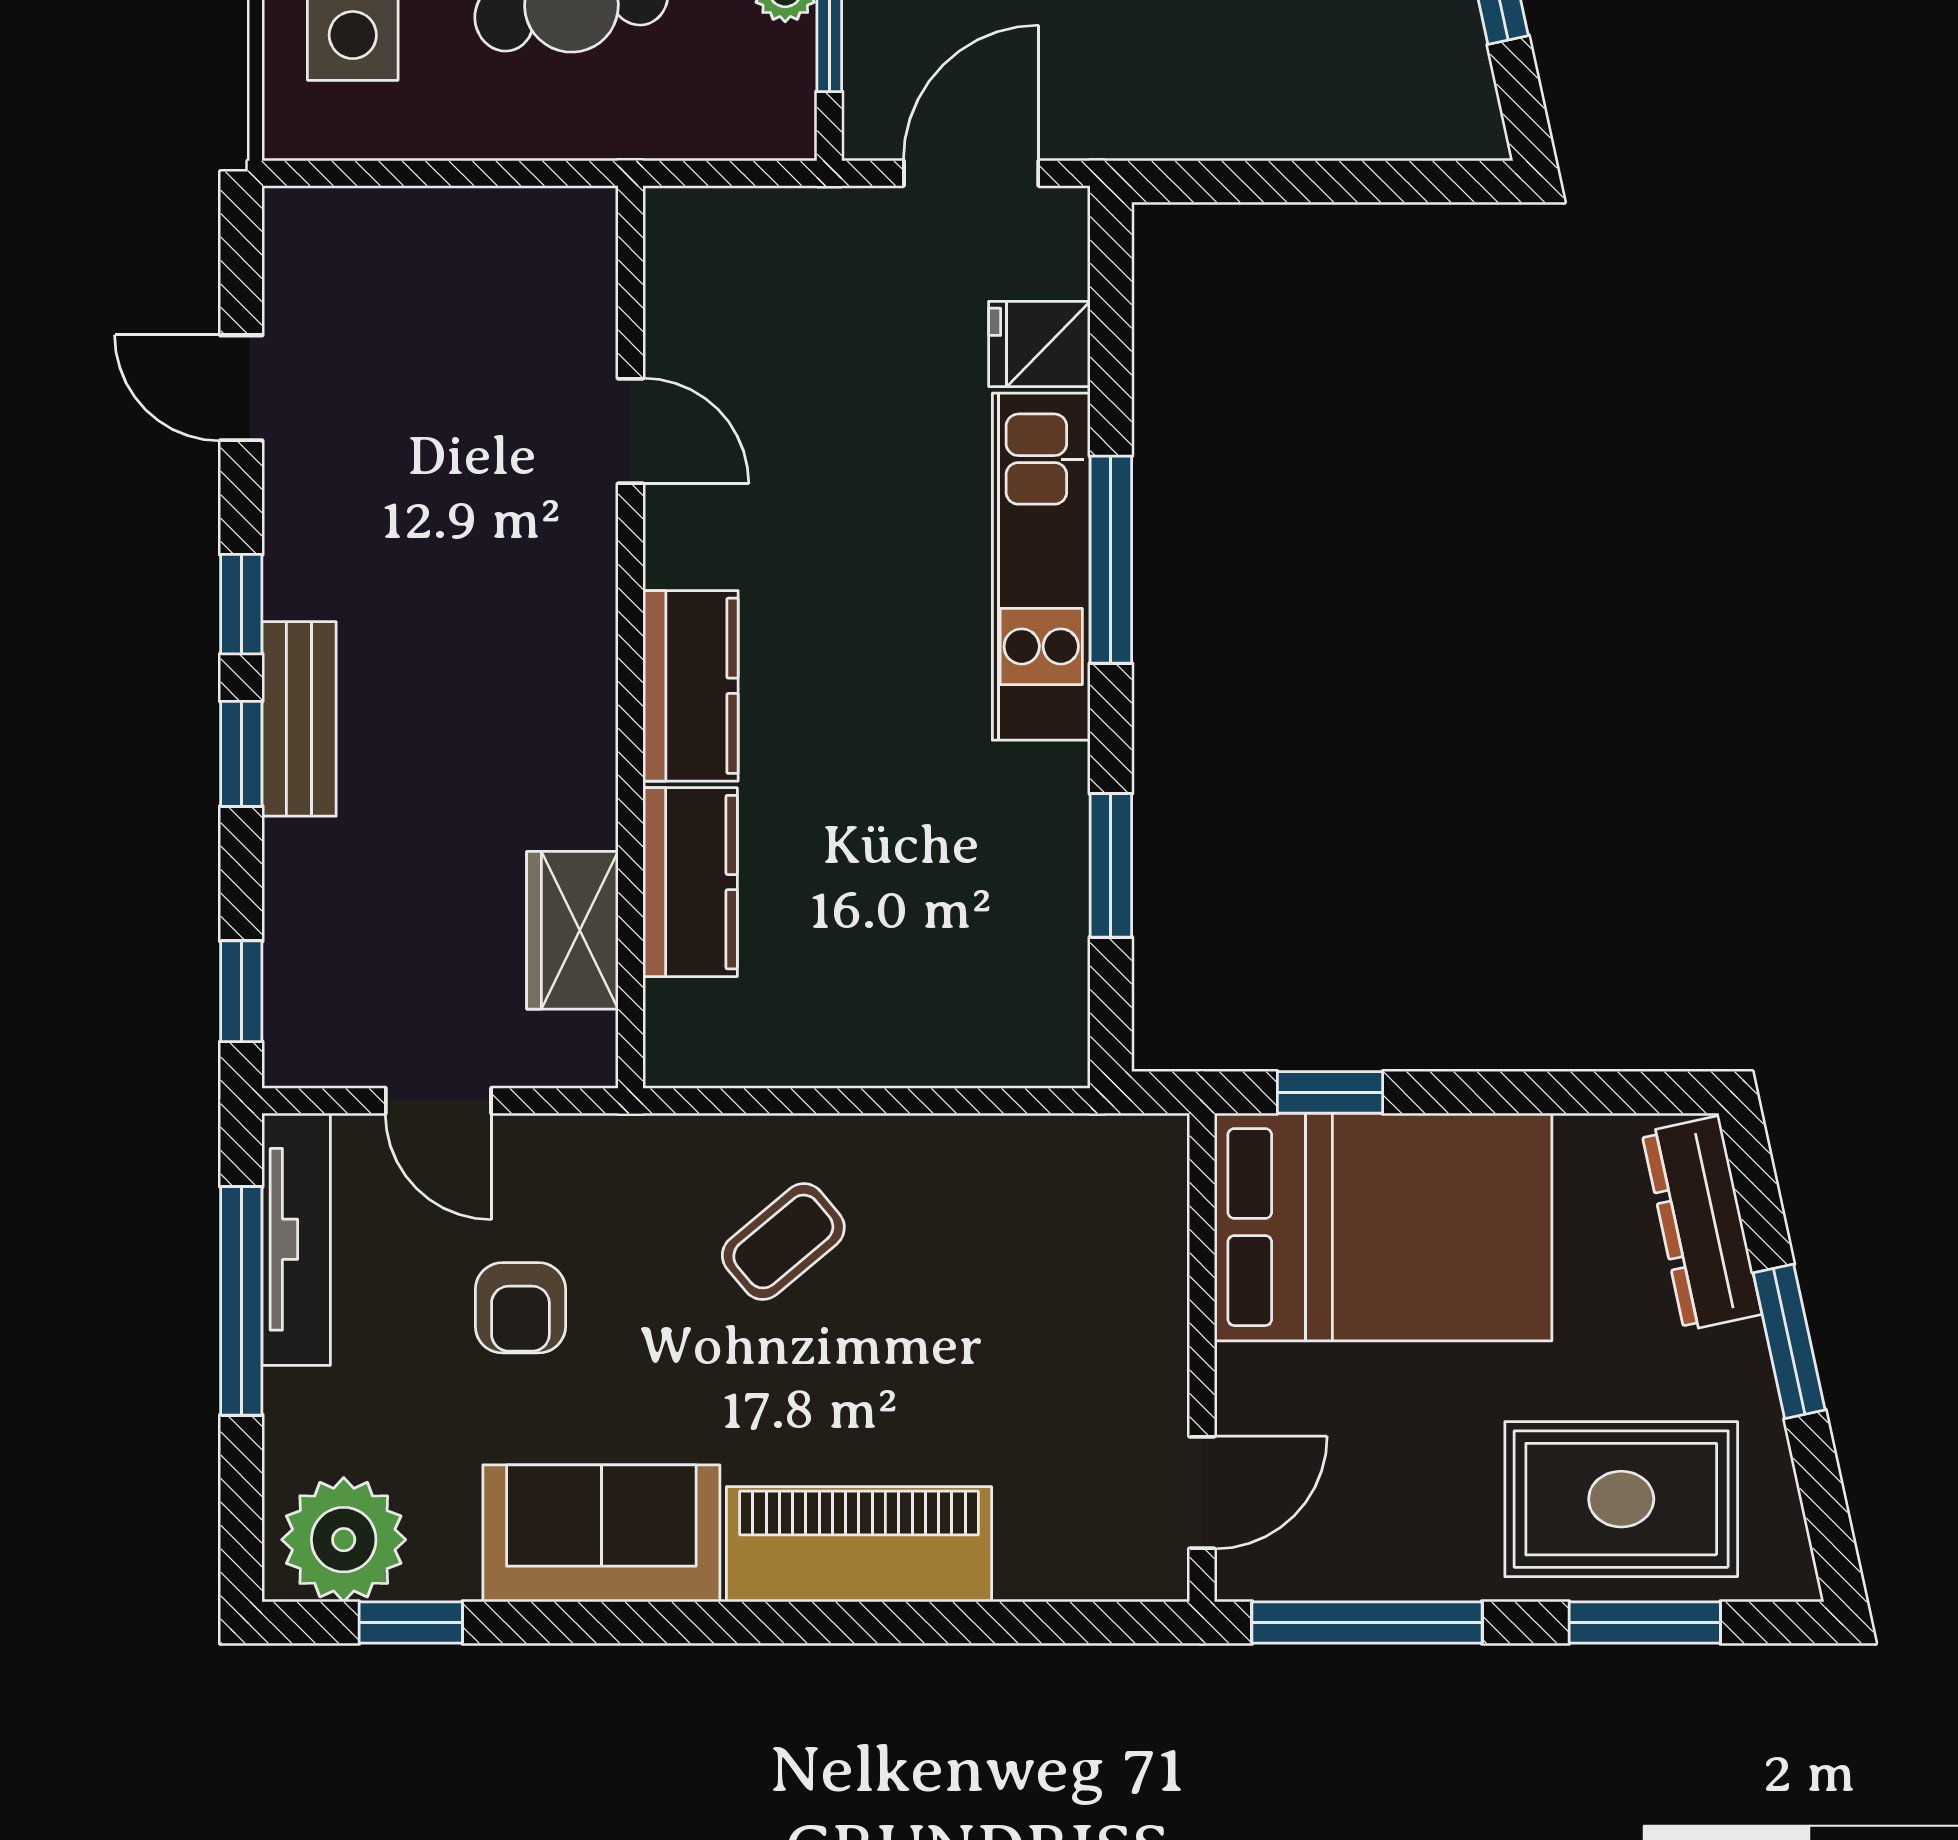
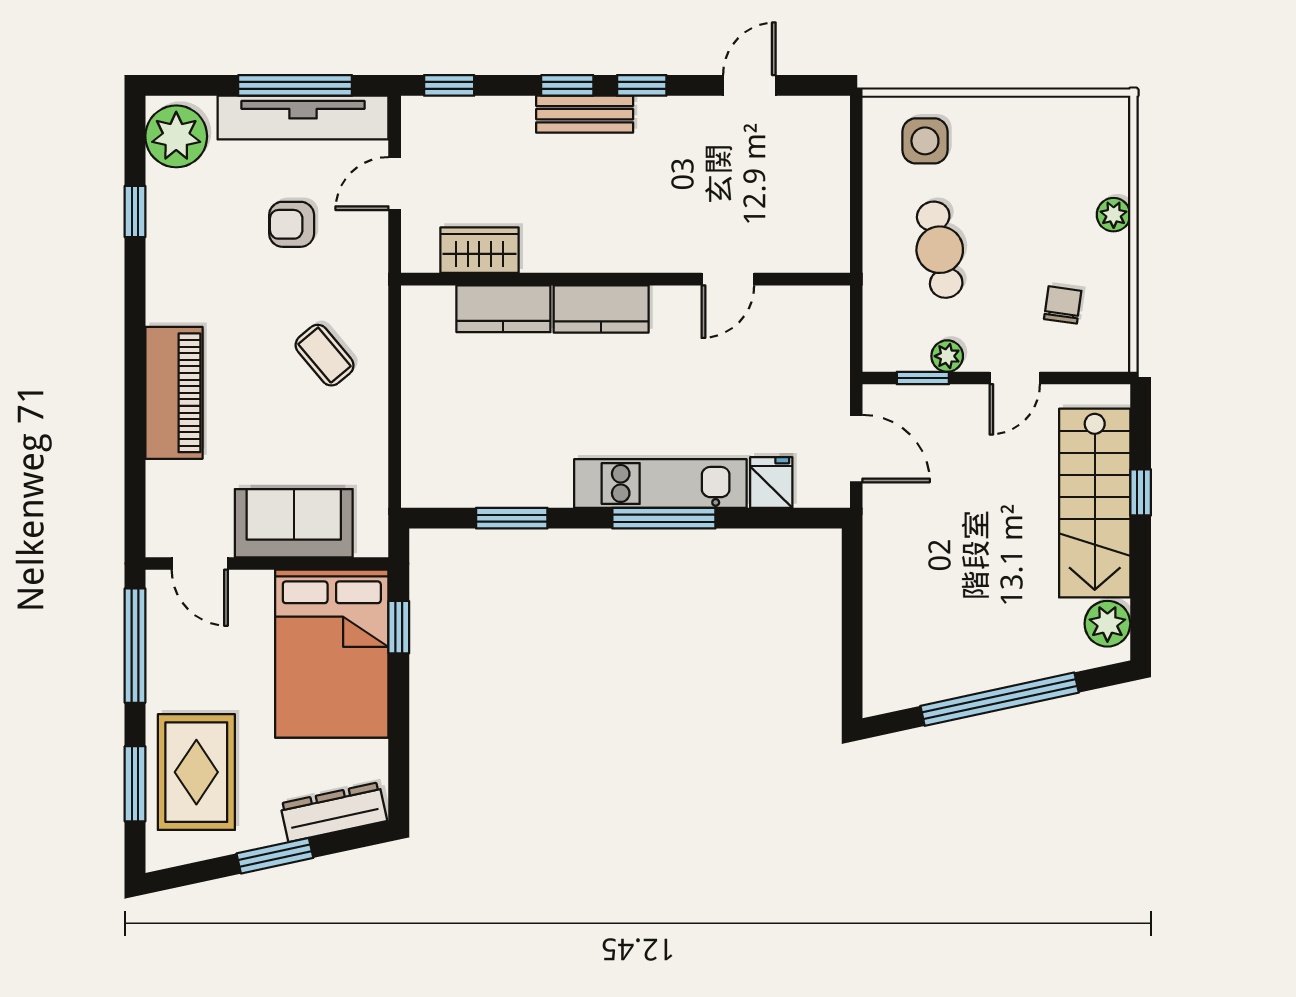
tv unit: (296, 1239) -> (303, 118), width x1.36, depth x1.29
sofa: (601, 1533) -> (294, 523), moved, turned -90
window: (411, 1622) -> (135, 212), moved

